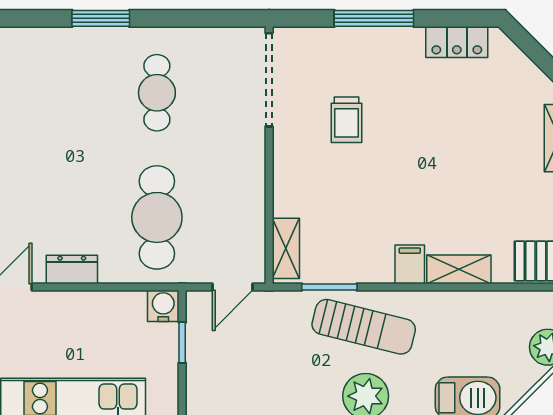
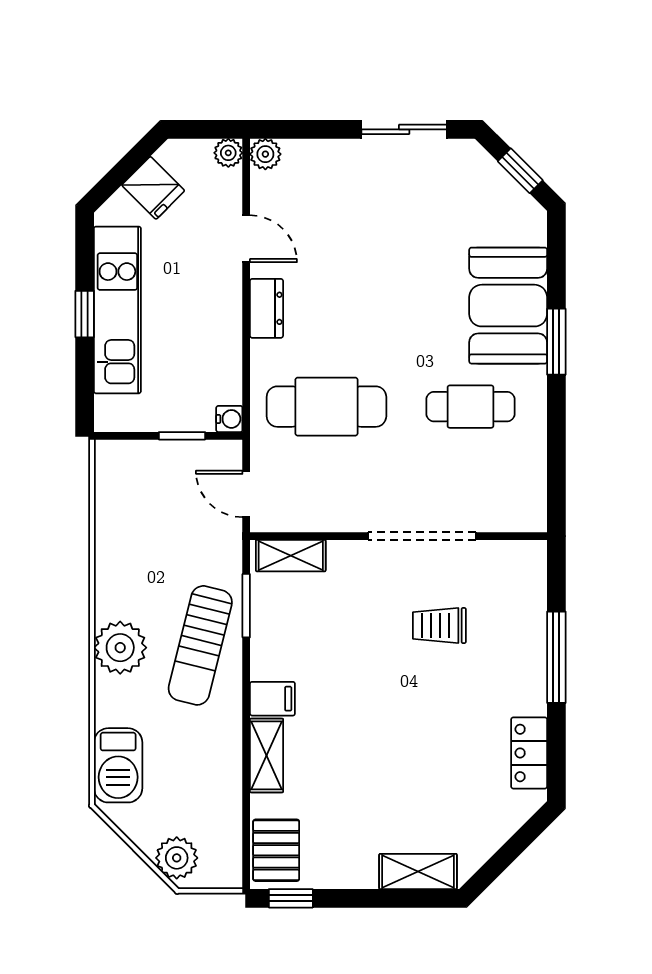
booth: (69, 60) -> (508, 306), added
doorway: (269, 80) -> (422, 536), moved
water cooler: (163, 306) -> (229, 419), width x0.72, depth x0.72

